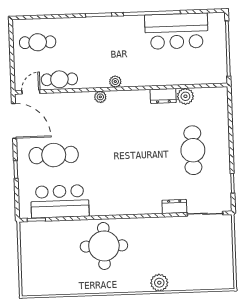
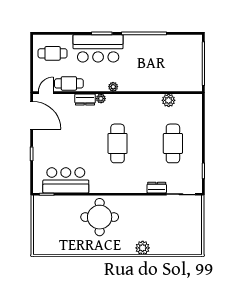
bar counter: (176, 31) -> (98, 48), moved
dresser: (163, 96) -> (85, 100), moved
cafe table: (54, 155) -> (118, 143), moved, turned 90

